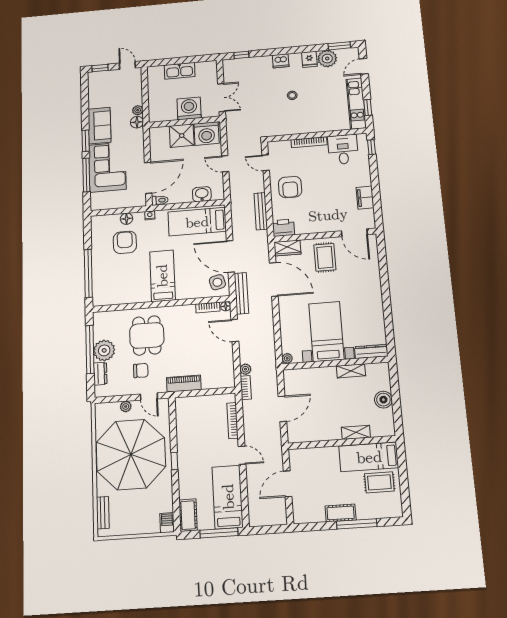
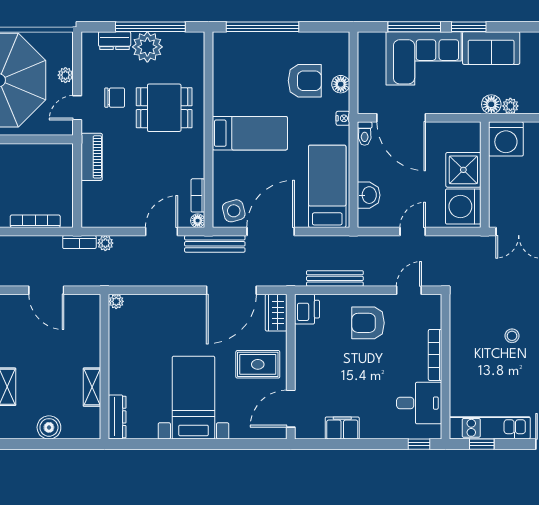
washing machine: (189, 108) -> (506, 139), moved, turned 90
bed with nightstands: (326, 331) -> (193, 398), moved, turned -90
chair: (141, 371) -> (115, 98), turned -90

